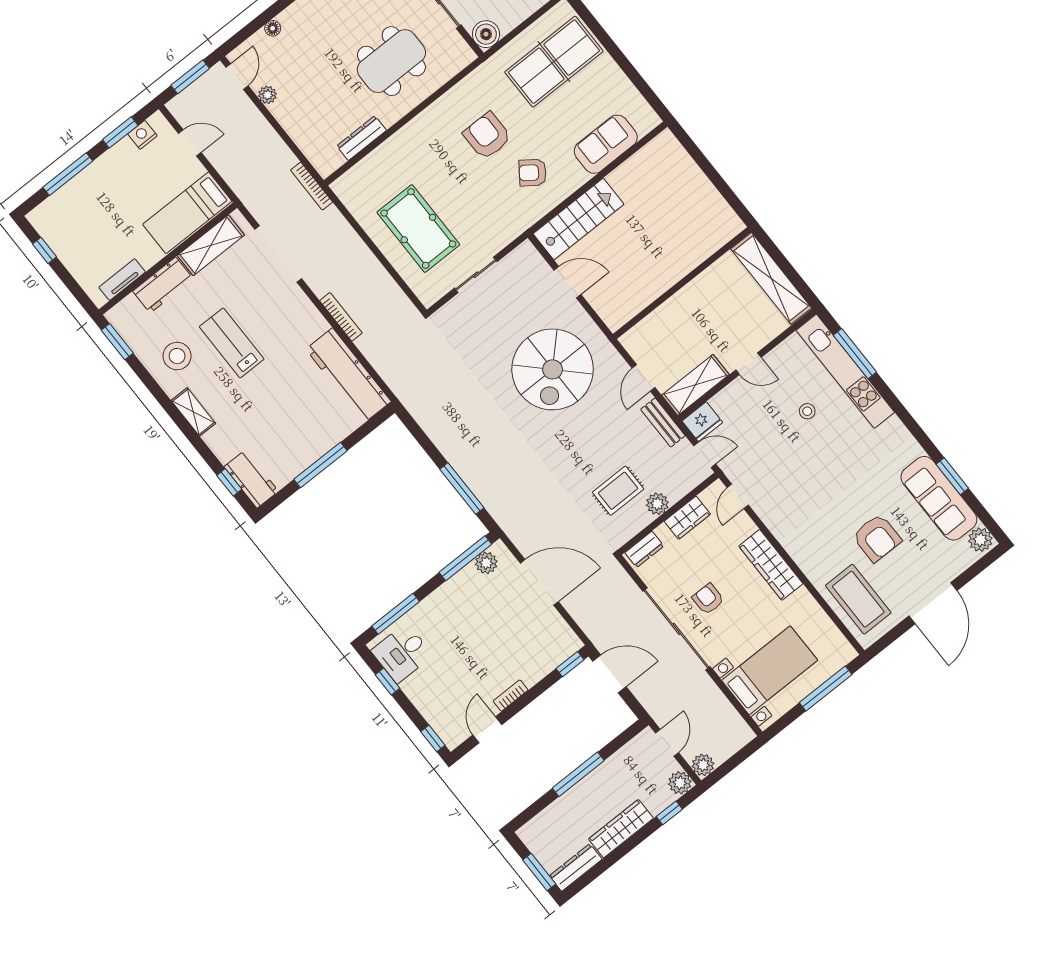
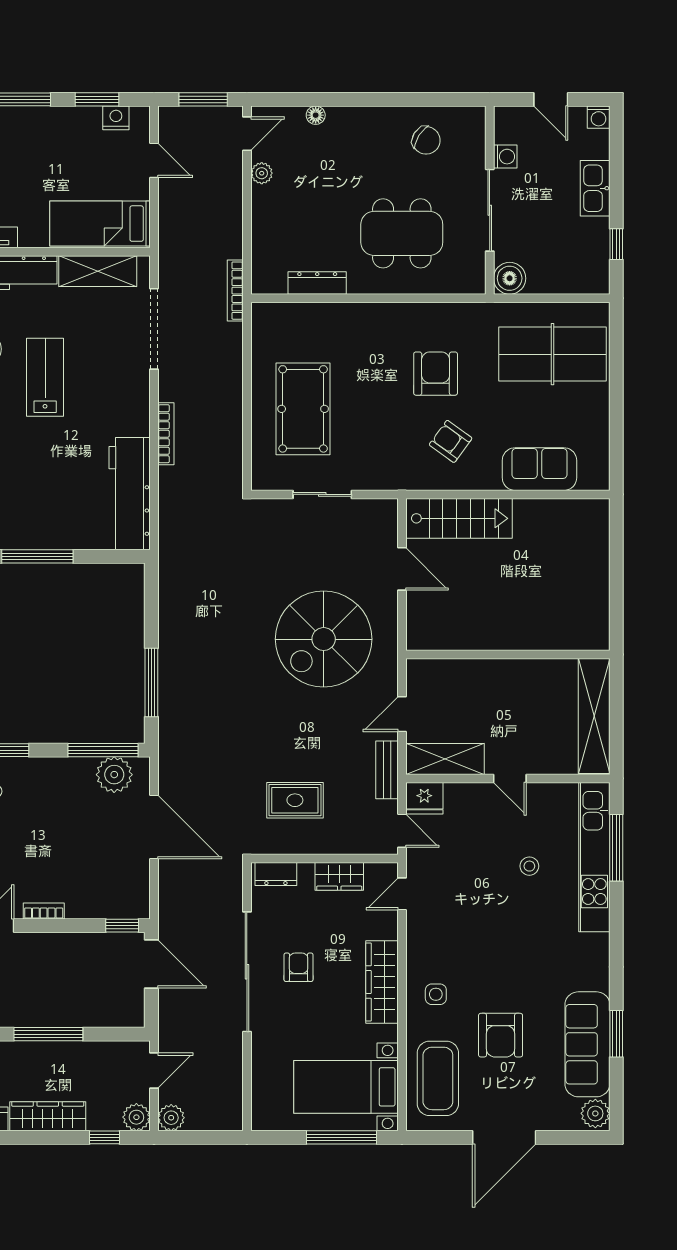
plant: (657, 504) -> (322, 841), removed
side table: (813, 545) -> (436, 994), added
plant: (486, 563) -> (114, 775), width x1.36, depth x1.36
bed with nightstands: (770, 670) -> (346, 1087), moved, turned 180

